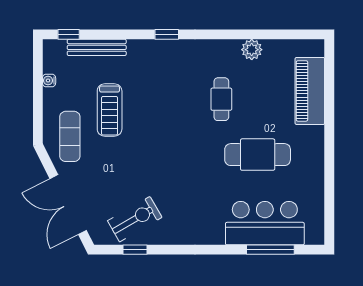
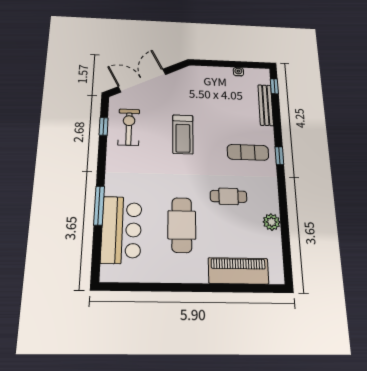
treadmill: (110, 110) -> (183, 134), moved, turned -90
exercise mat: (70, 136) -> (248, 152), moved
exercise bike: (135, 219) -> (129, 127), turned -150
window: (270, 250) -> (99, 206), moved

